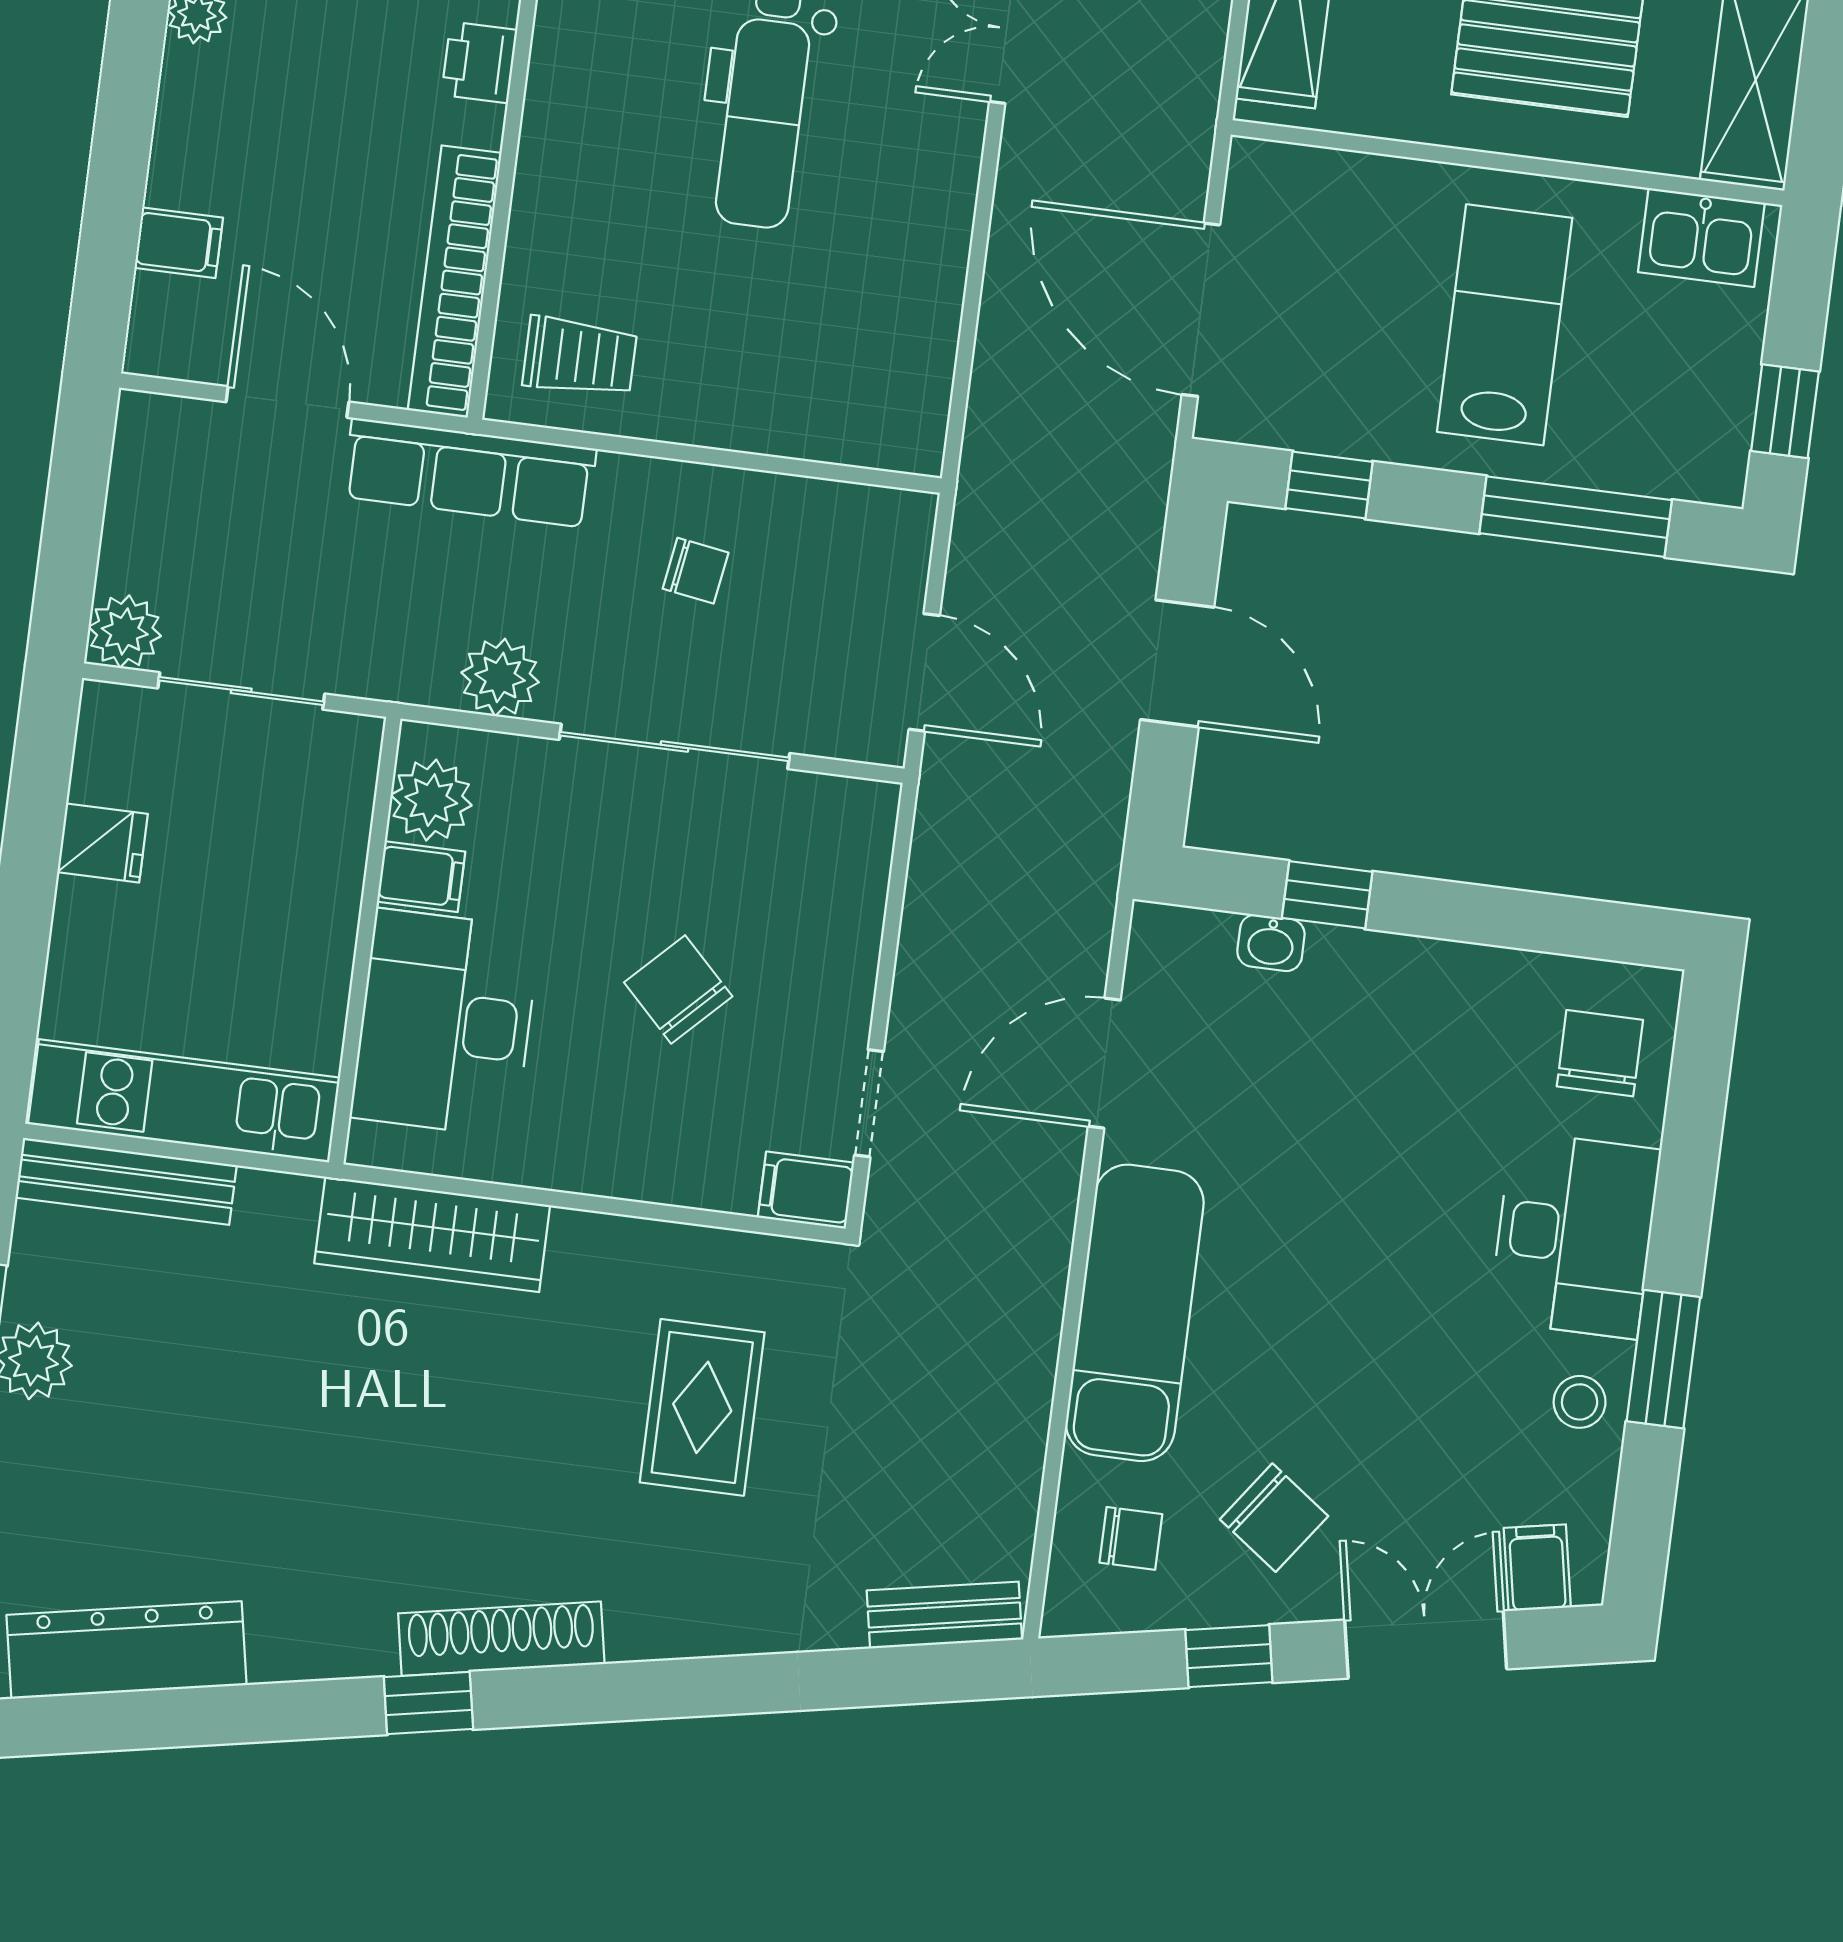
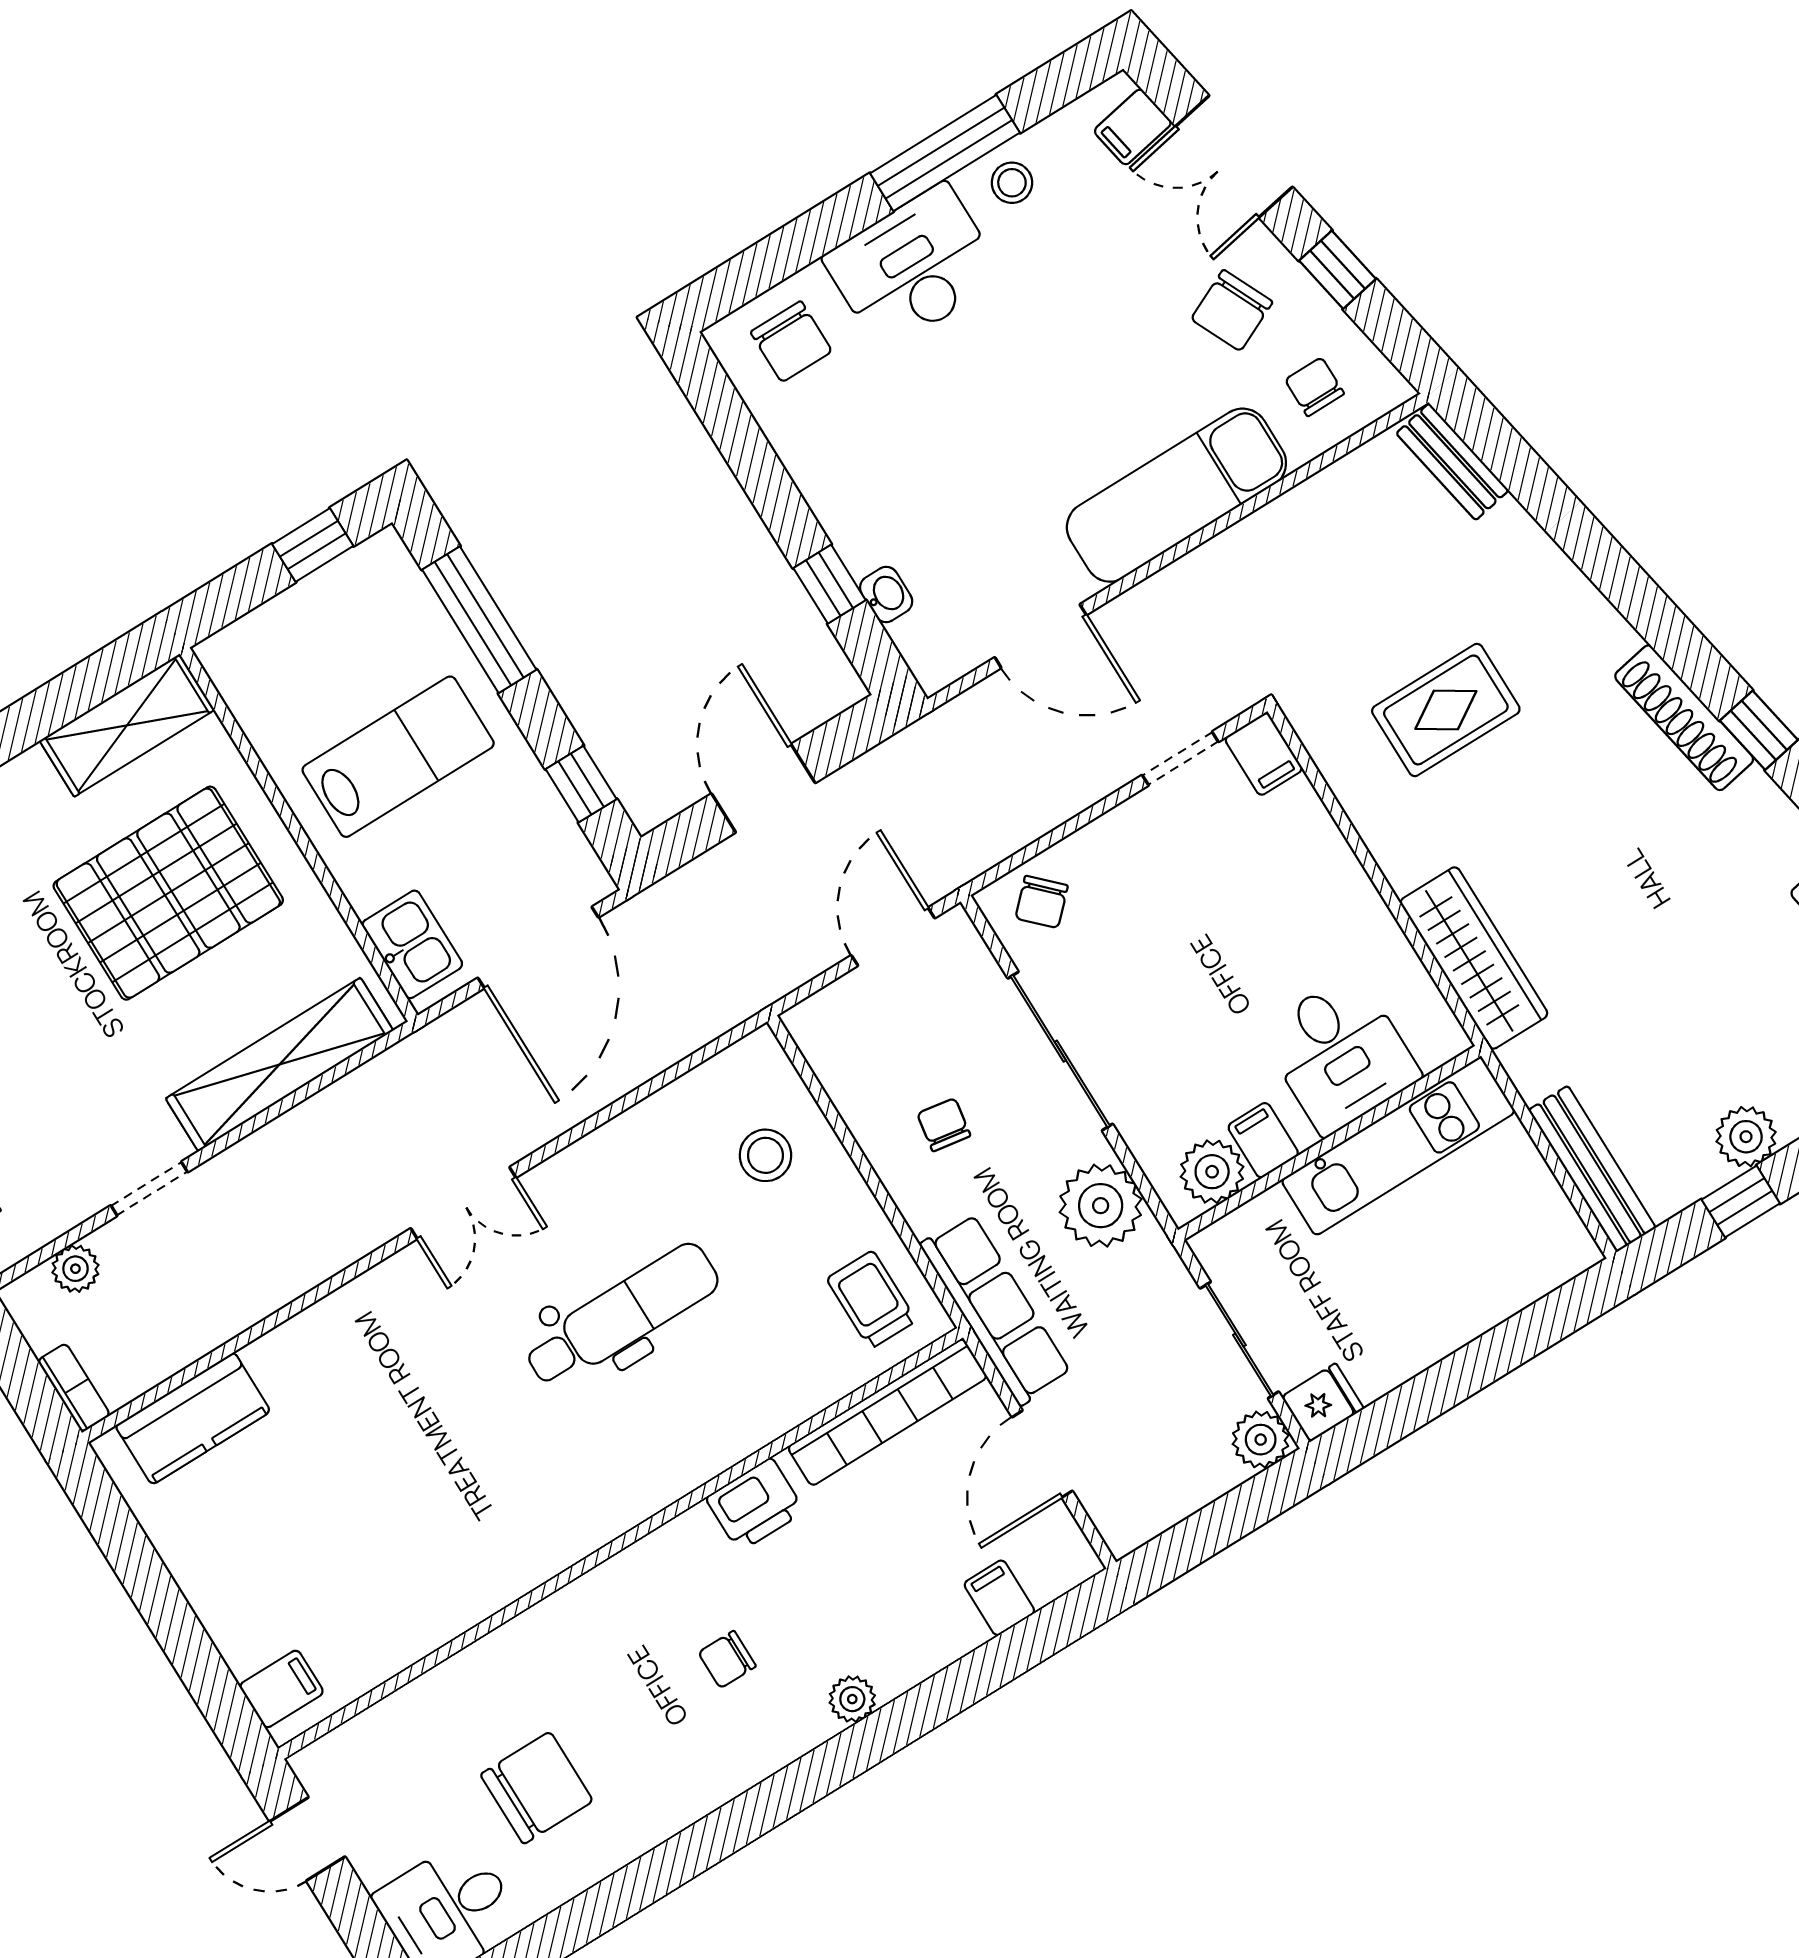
printer: (479, 62) -> (755, 1505), width x1.36, depth x1.24
kitchen sink: (1701, 237) -> (412, 944), moved
lab bench: (1505, 325) -> (398, 757), turned 180
stool: (809, 368) -> (766, 1155), added
plant: (500, 677) -> (1101, 1206), width x1.36, depth x1.36
fridge: (102, 843) -> (1323, 1403), moved, turned 90
chair: (678, 989) -> (1042, 902), moved, width x0.73, depth x0.73
desk: (445, 1023) -> (1340, 1054), width x0.73
chair: (1600, 1053) -> (791, 342), turned -90
kitchen unit: (184, 1101) -> (1398, 1146), moved, turned -90
window: (1663, 1359) -> (945, 153), width x1.44
chair: (1274, 1518) -> (1232, 310), turned -151

